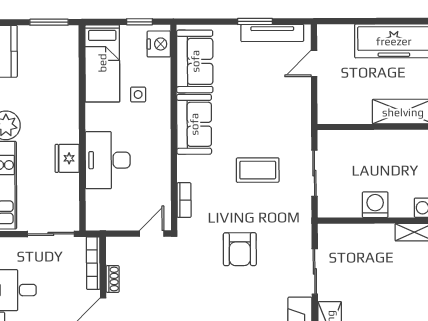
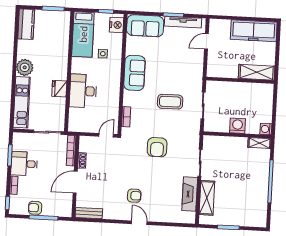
sofa: (195, 61) -> (145, 26), moved, turned 90

